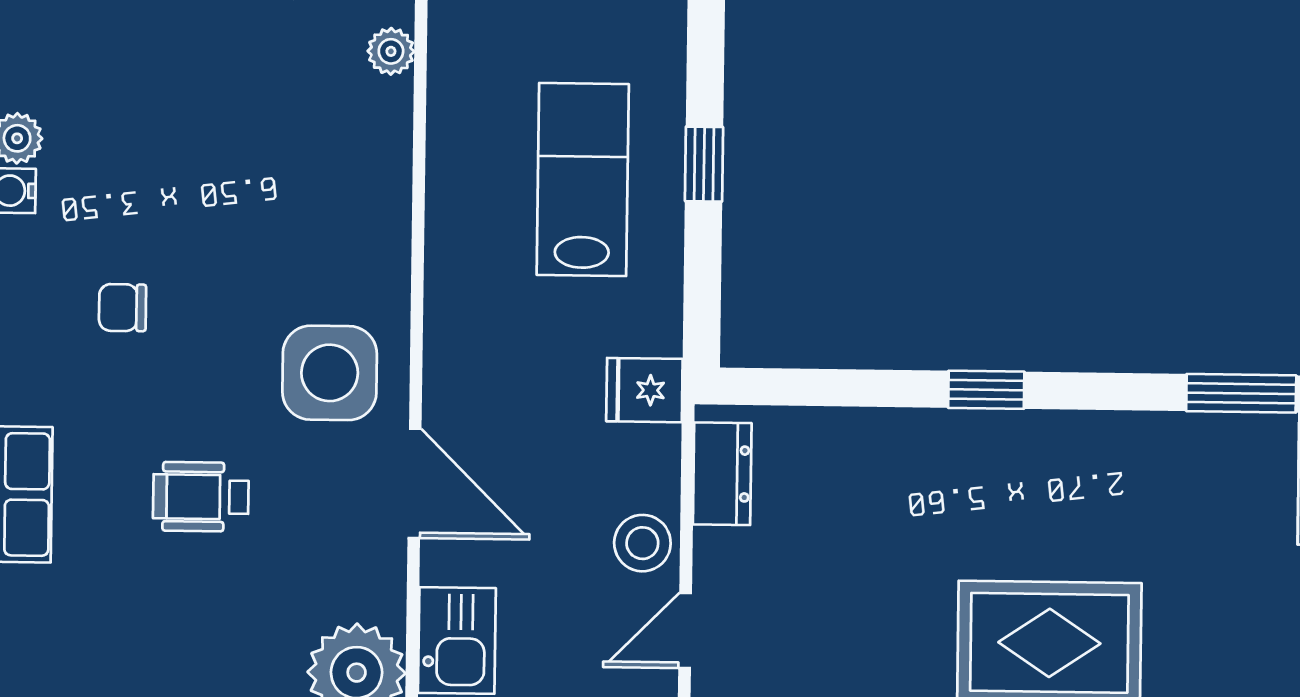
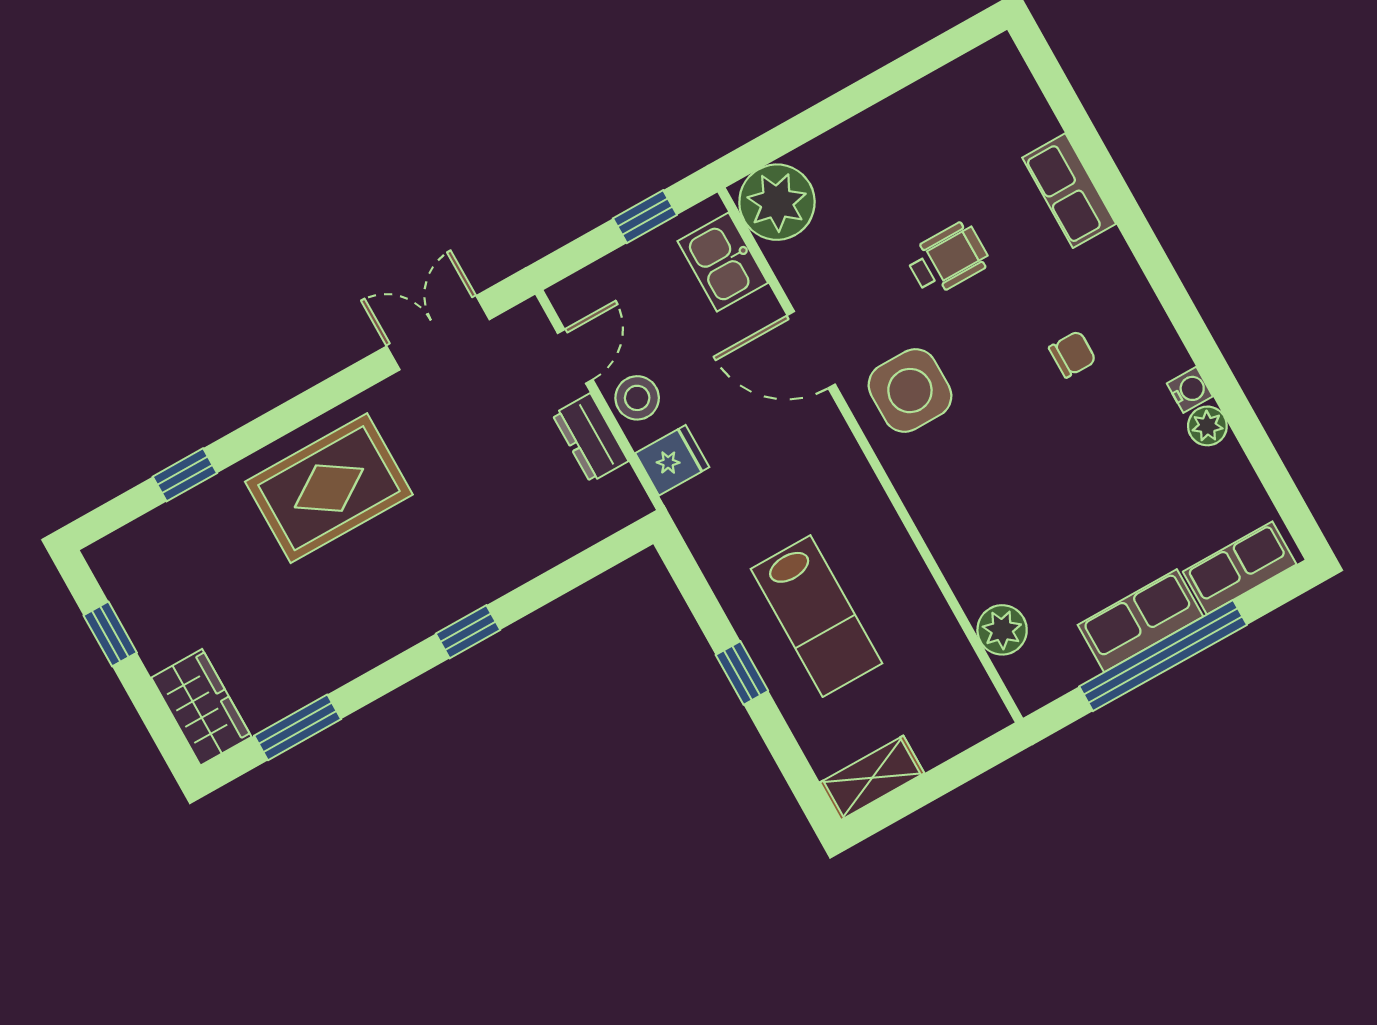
plant: (391, 51) -> (1002, 630), width x1.38, depth x1.38
fridge: (644, 390) -> (672, 460), moved
dresser: (722, 474) -> (590, 438), moved

